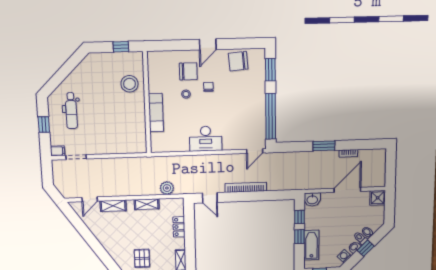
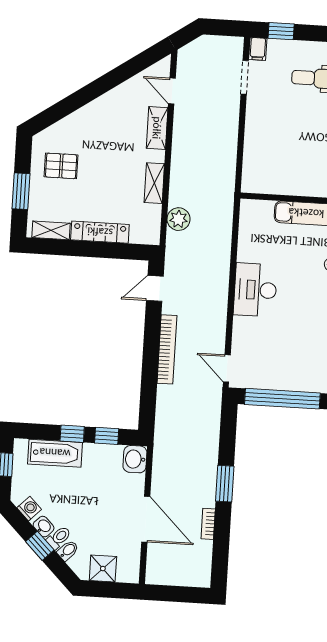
window: (44, 125) -> (281, 31), moved
shower: (378, 198) -> (103, 569), moved
locker: (179, 227) -> (100, 232), width x1.53

